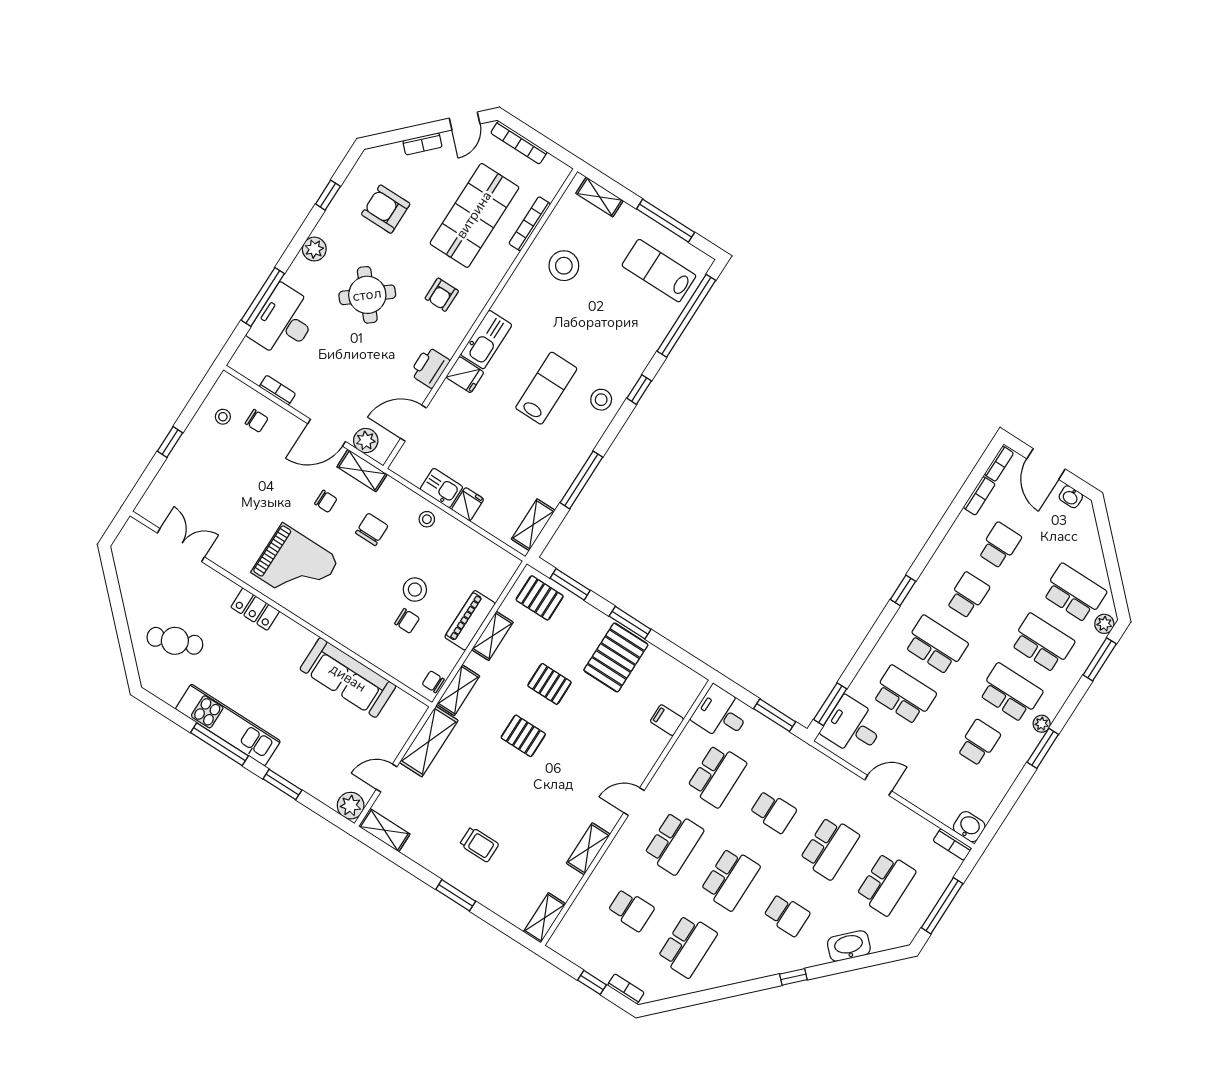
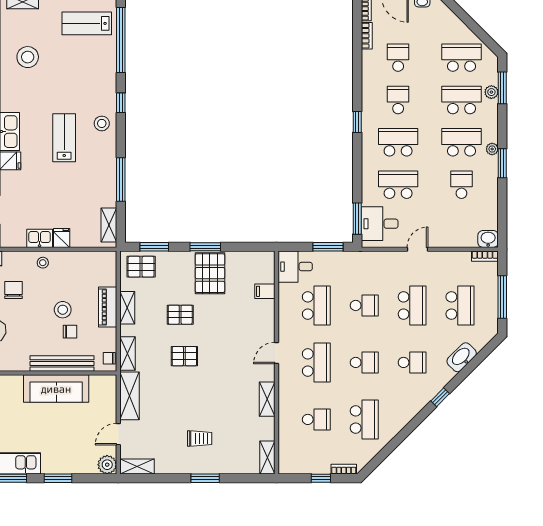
plant: (1104, 624) -> (491, 92), moved
bench: (374, 652) -> (62, 363), added
school desk: (730, 879) -> (364, 362), width x0.54

